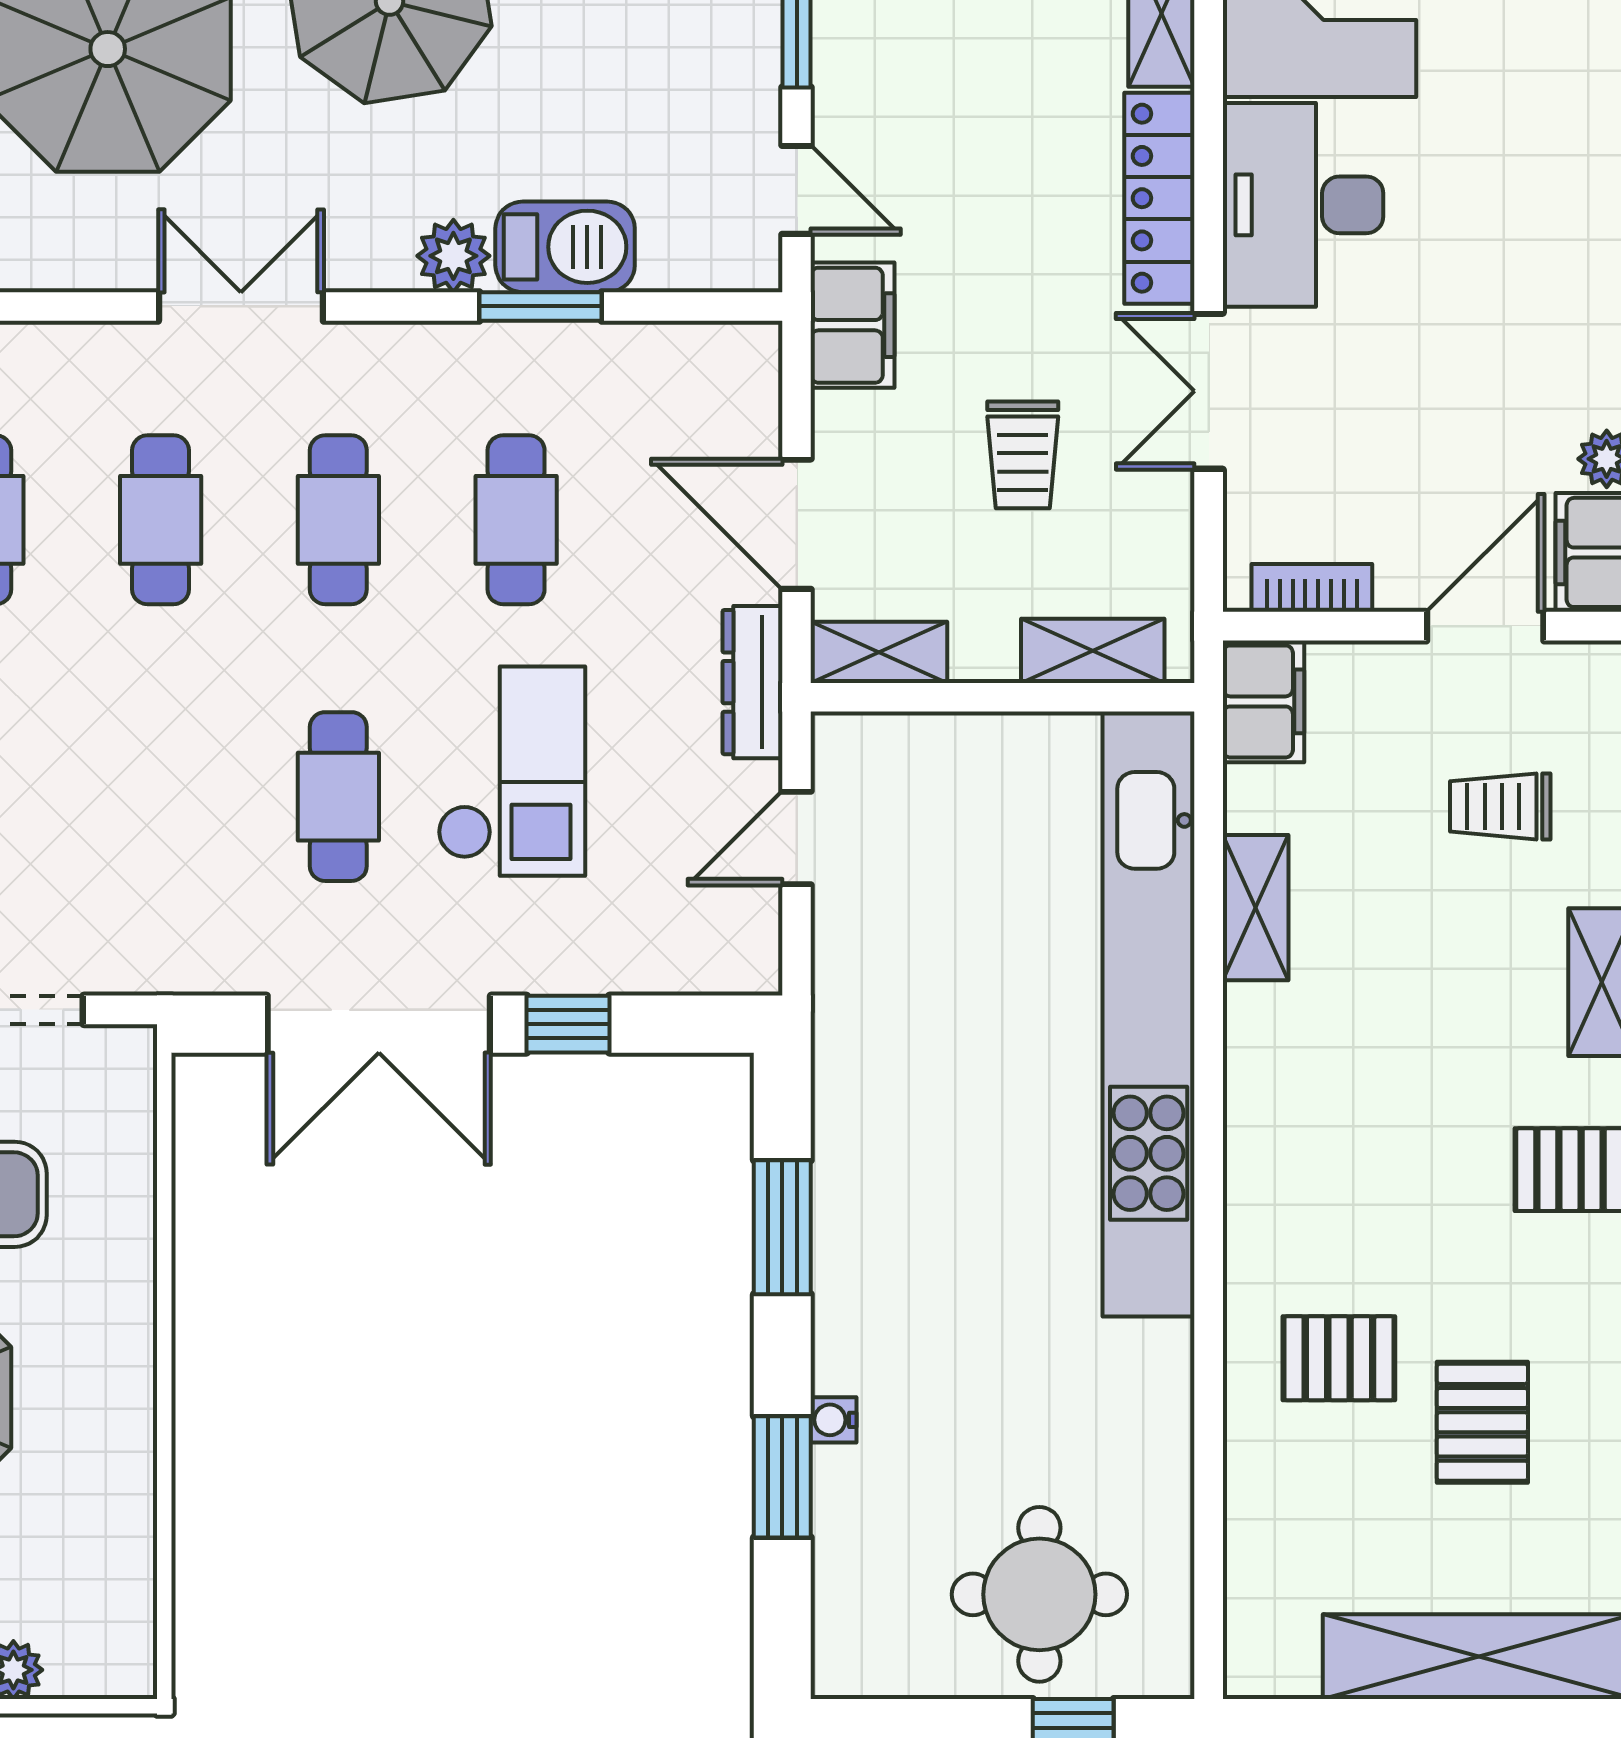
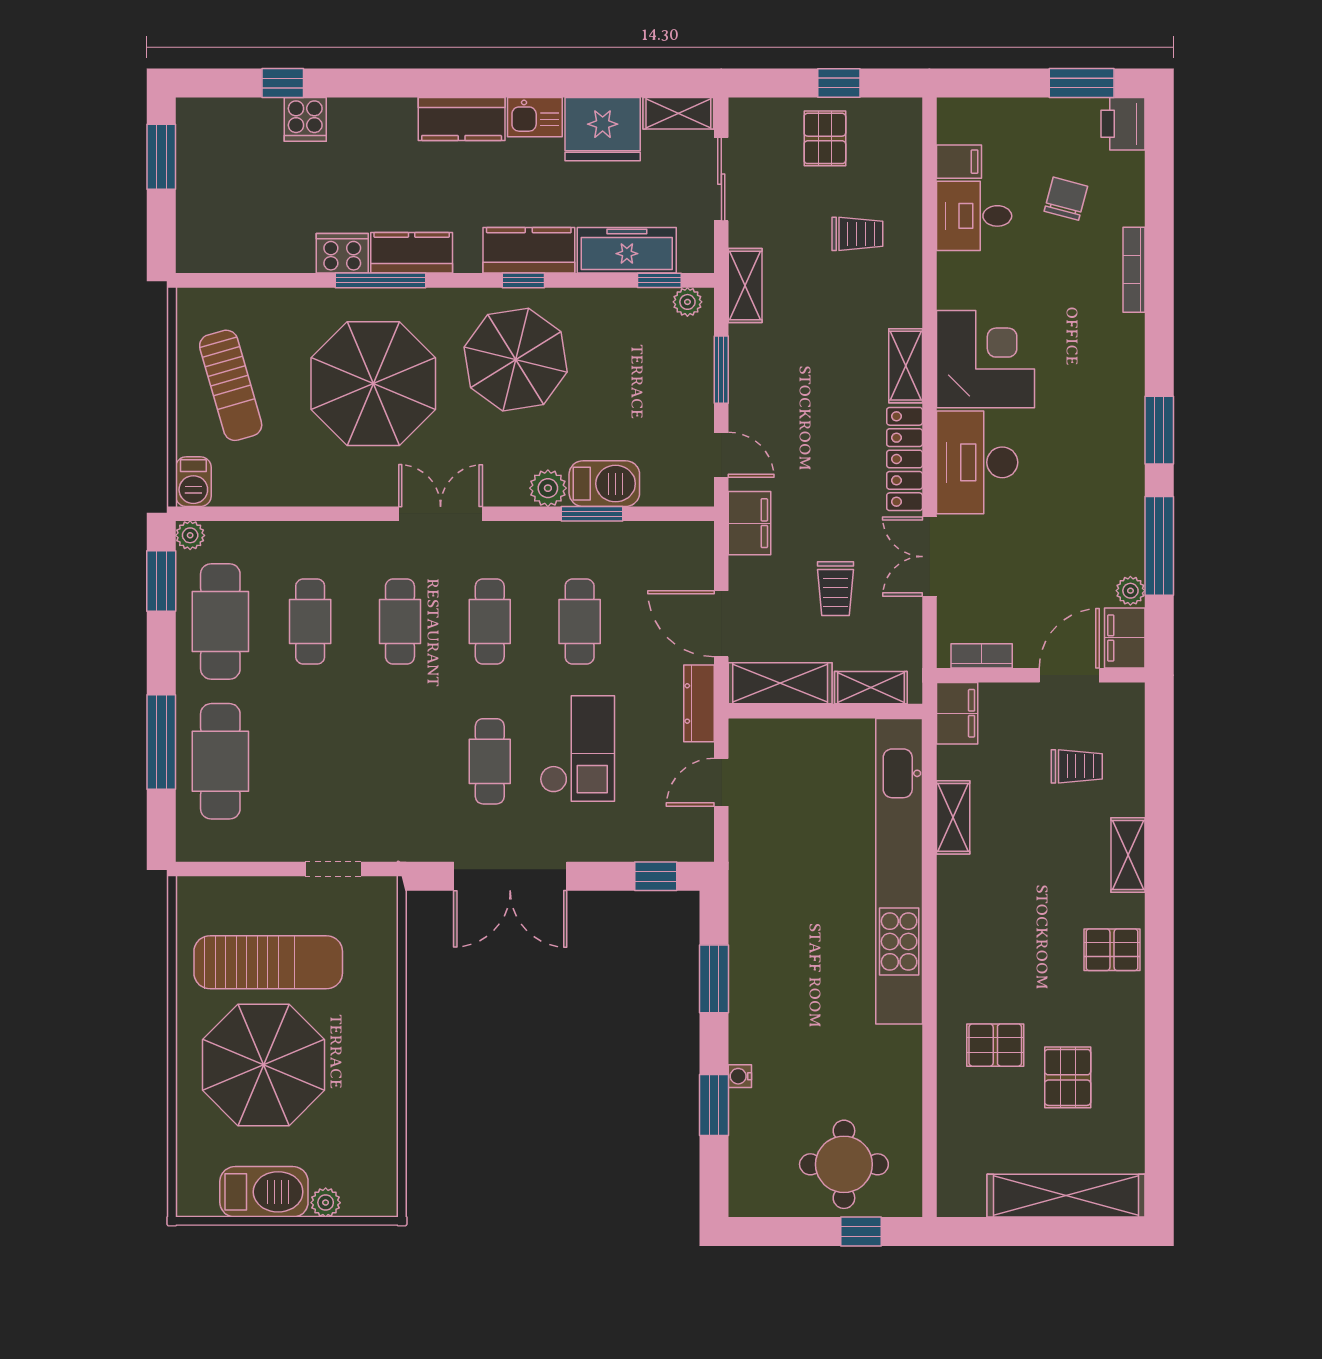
shelving: (879, 652) -> (780, 683), width x1.50, depth x1.33
trolley: (1500, 806) -> (1077, 766), turned 180
window: (568, 1024) -> (656, 876), moved

